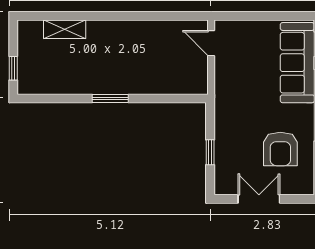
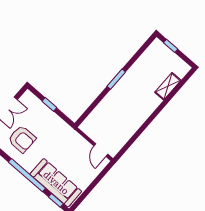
door: (211, 43) -> (101, 150), swing flipped
armchair: (280, 149) -> (22, 139), turned 180

